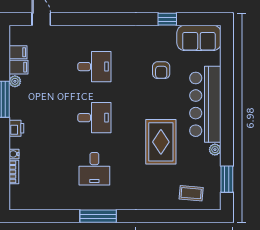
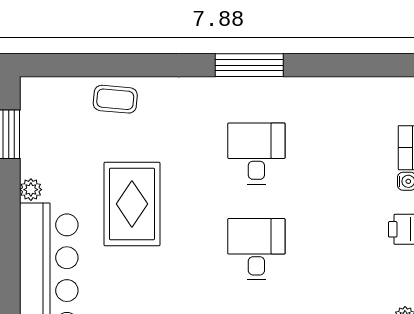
desk: (94, 118) -> (256, 249), turned 90
coffee table: (191, 193) -> (115, 99), moved

